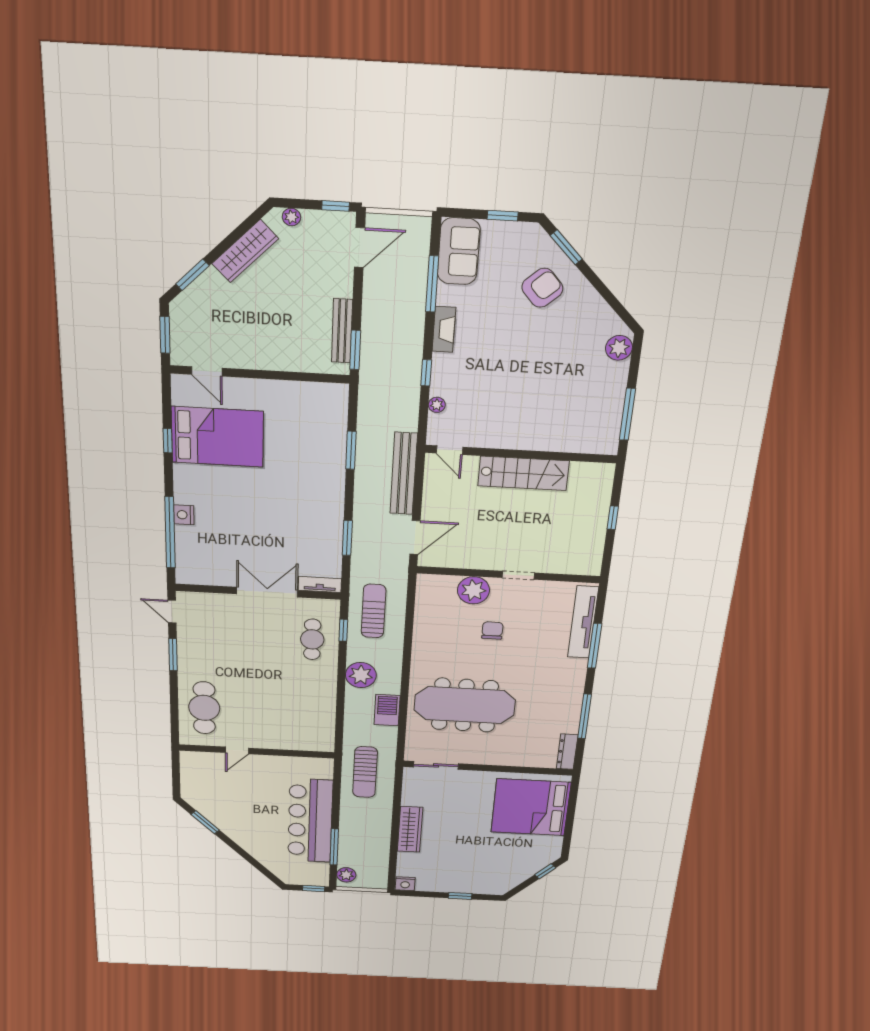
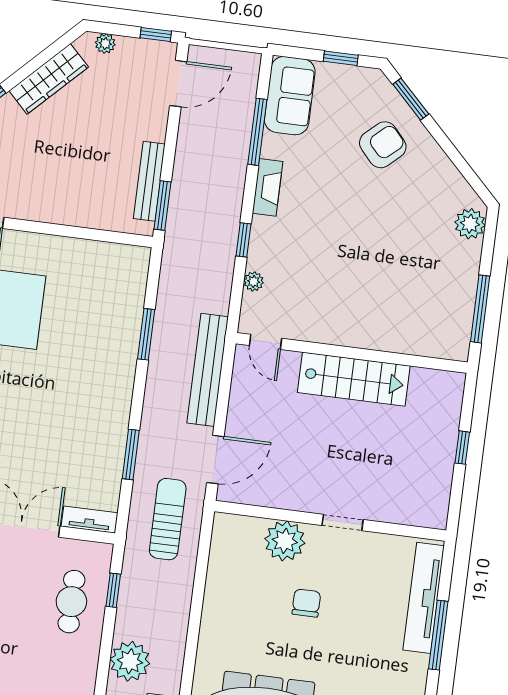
sun lounger: (374, 611) -> (168, 519), moved

